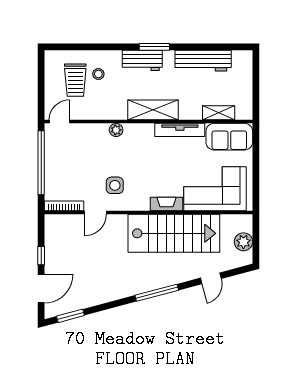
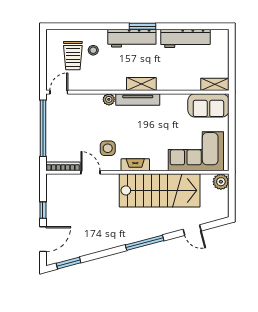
workbench: (142, 60) -> (132, 38), width x1.37
shelving: (153, 110) -> (141, 84), width x0.67, depth x0.75
shelving: (219, 113) -> (215, 84), moved
tv unit: (180, 130) -> (138, 99), moved
fireplace: (166, 204) -> (135, 165), moved
door: (95, 213) -> (90, 172), swing flipped
plant: (243, 242) -> (221, 182), moved
door: (211, 278) -> (192, 230), hinge flipped

